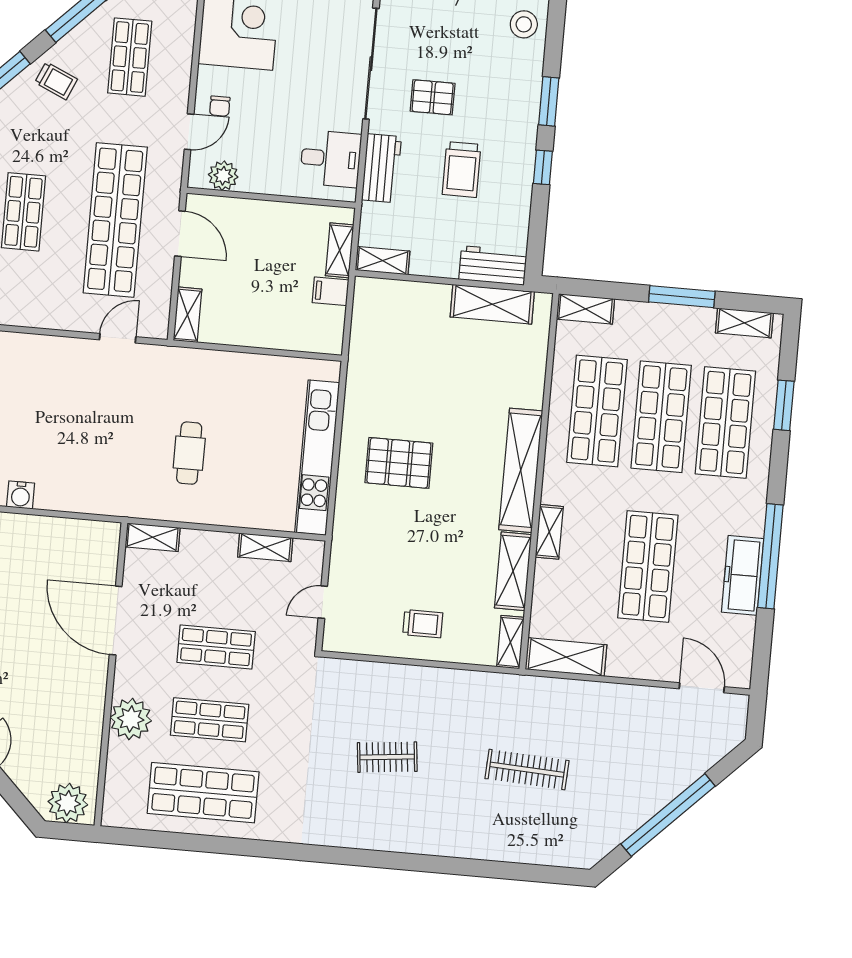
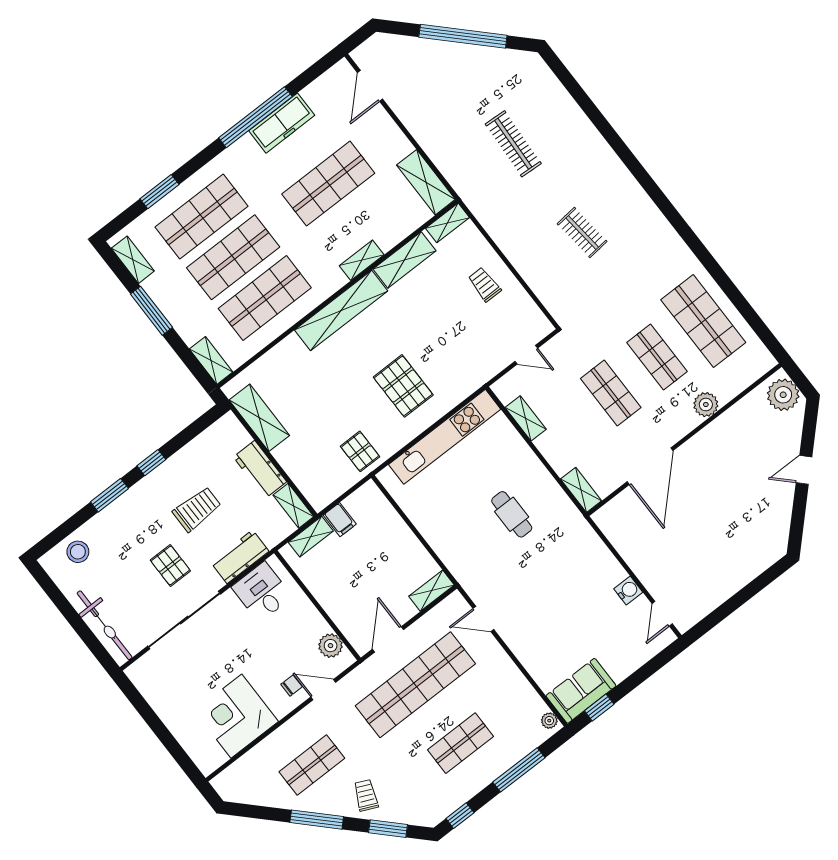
workbench: (493, 265) -> (260, 469), moved
pallet: (376, 368) -> (360, 451), added
cafe table: (189, 453) -> (512, 514), turned 90
plant: (131, 719) -> (706, 405), width x0.73, depth x0.73

